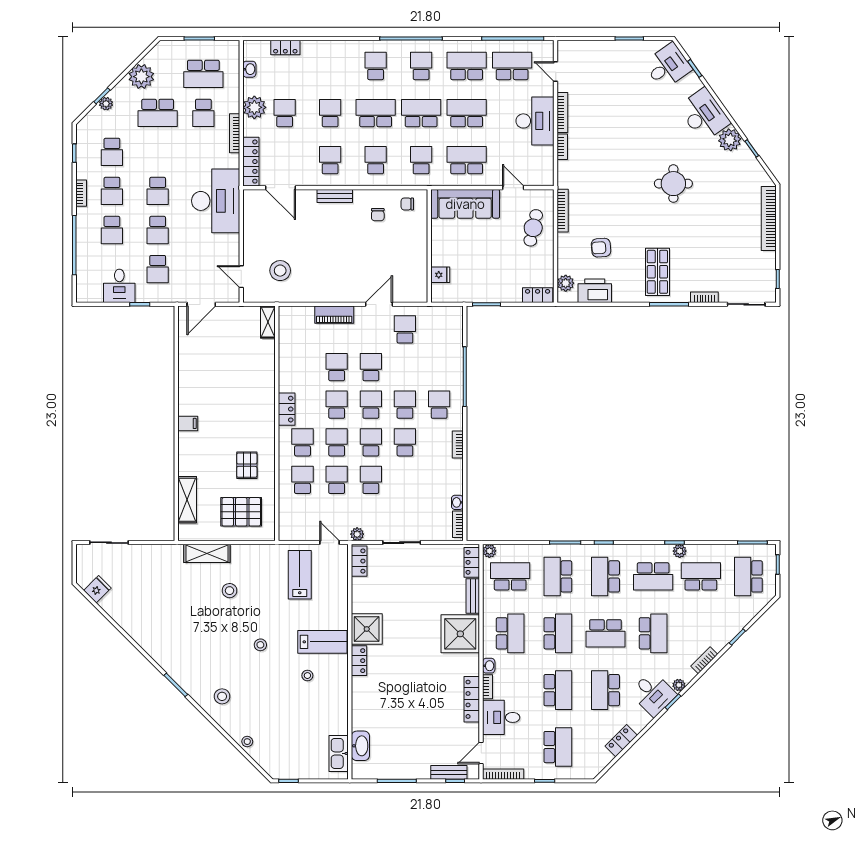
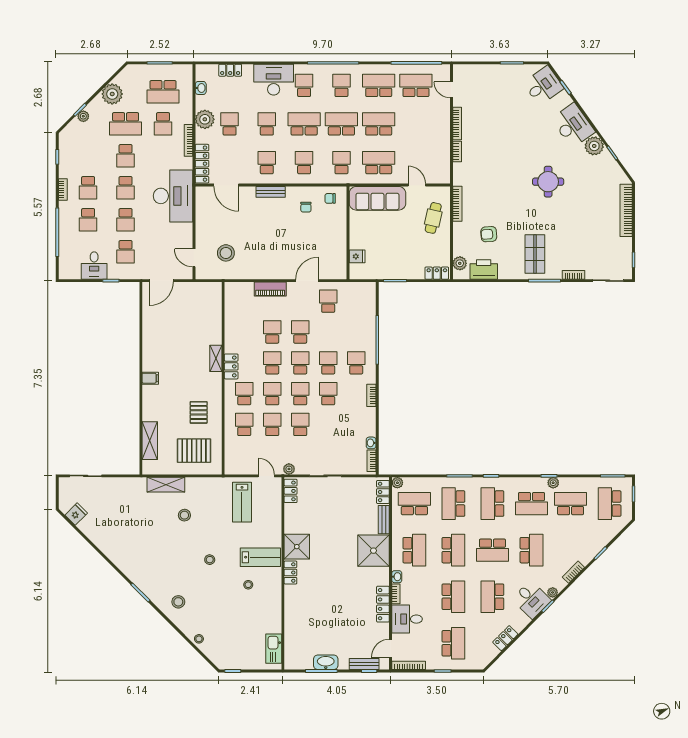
desk: (535, 121) -> (274, 80), moved, turned -90
school desk: (112, 152) -> (126, 156), moved
shelving: (268, 322) -> (216, 358), moved
lab bench: (300, 575) -> (242, 502), turned 180
washbasin: (360, 746) -> (326, 662), moved, turned -90

